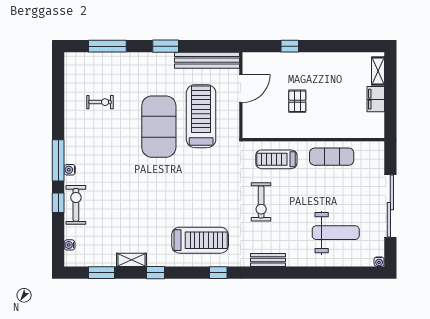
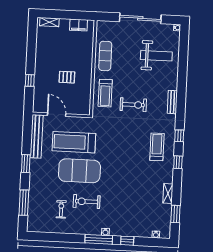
filing cabinet: (376, 99) -> (79, 25), moved
exercise bike: (76, 205) -> (87, 202), moved
weight bench: (336, 233) -> (156, 56), turned 90
treadmill: (200, 240) -> (157, 147), width x0.73, depth x0.73
window: (155, 273) -> (178, 162), moved

